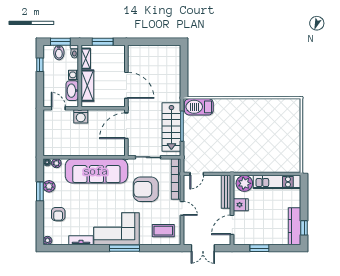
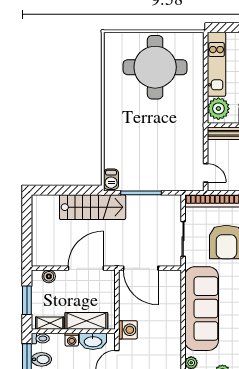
boiler: (120, 58) -> (49, 276), added
barbecue: (199, 107) -> (111, 179), width x0.53, depth x0.65
stairs: (171, 127) -> (93, 207), moved
round table: (275, 136) -> (155, 67), added

